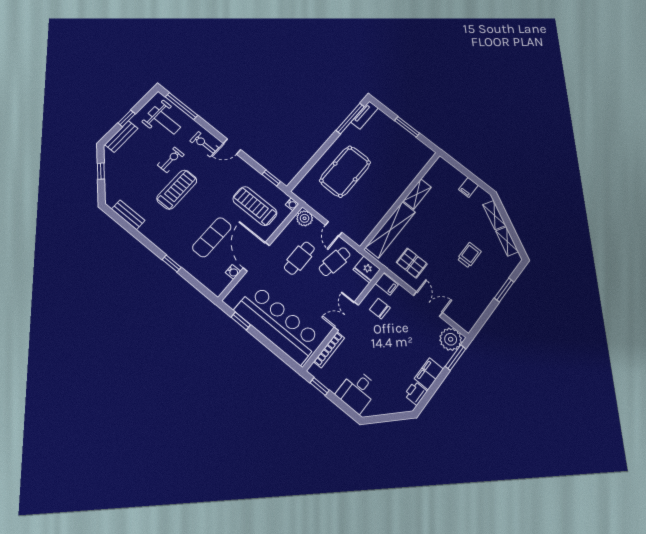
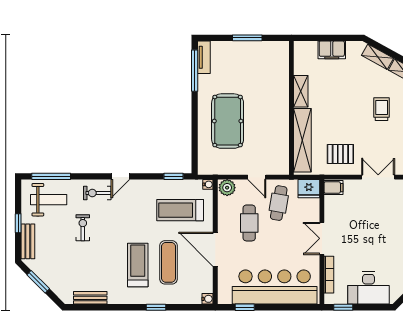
window: (101, 171) -> (38, 282), width x1.50
filing cabinet: (468, 187) -> (332, 50), width x2.00
treadmill: (177, 190) -> (138, 265), moved
water cooler: (233, 272) -> (208, 299), moved
chair: (380, 309) -> (343, 211), removed
desk: (357, 391) -> (368, 288), width x1.37

